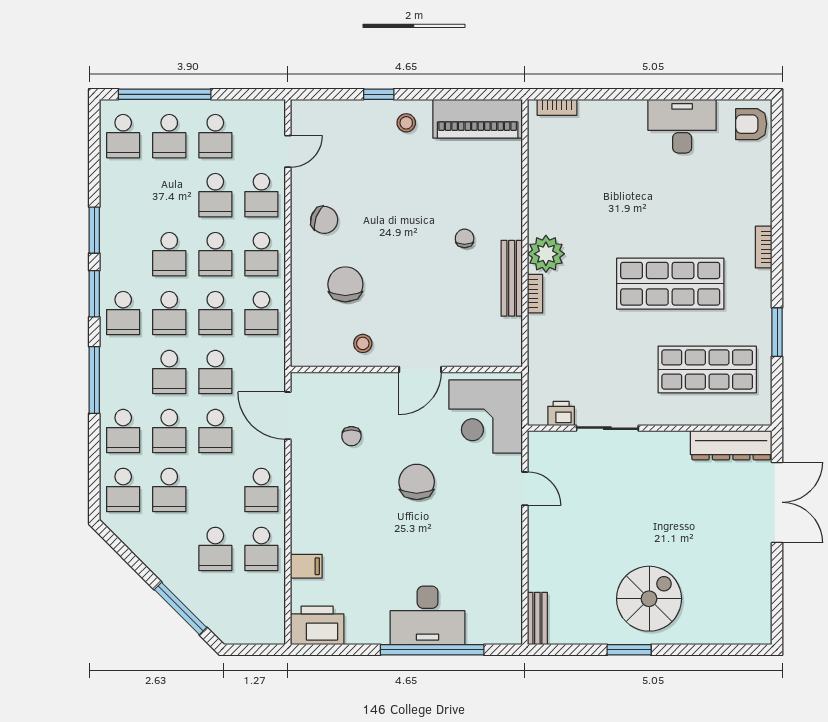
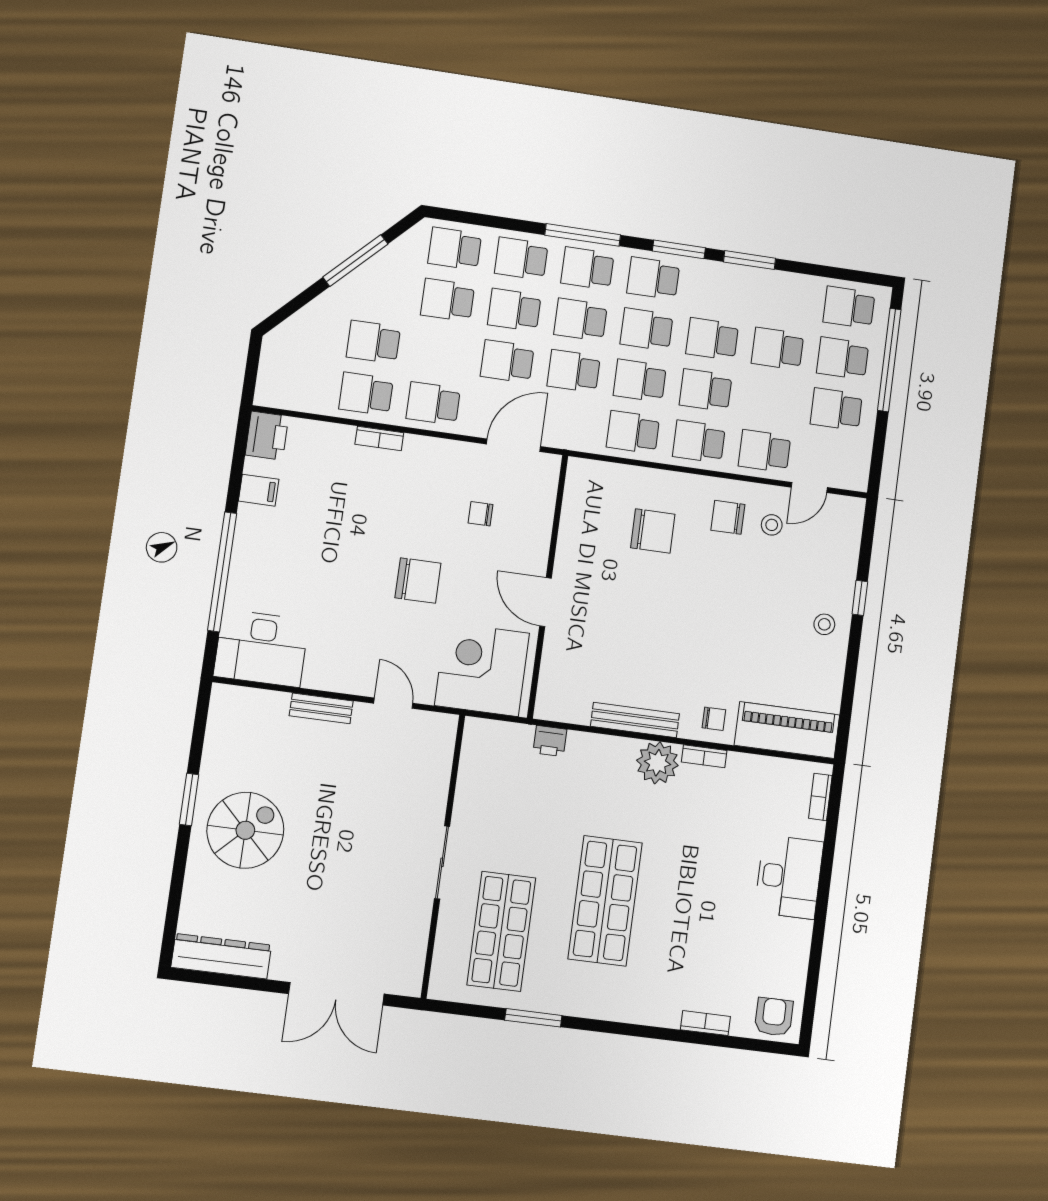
piano: (478, 119) -> (787, 730), moved, turned 90
desk: (682, 126) -> (789, 877), moved
door: (288, 151) -> (809, 487), hinge flipped
school desk: (215, 195) -> (778, 349), moved
chair: (324, 220) -> (728, 517), turned 70
chair: (465, 238) -> (714, 719), moved
bookcase: (764, 247) -> (705, 1023), moved
bookcase: (535, 294) -> (704, 756), moved
stool: (363, 343) -> (772, 525), moved
school desk: (123, 372) -> (587, 268), added
printer: (561, 413) -> (550, 741), moved, turned 90
sliding door: (607, 428) -> (442, 862), moved
dresser: (731, 445) -> (221, 956), moved, turned 90
door: (525, 489) -> (393, 703), swing flipped
bookcase: (298, 532) -> (379, 438), added
filing cabinet: (306, 566) -> (259, 490), moved, turned -90
spiral stairs: (649, 599) -> (245, 830), turned -90
window: (181, 608) -> (355, 260), moved
desk: (428, 615) -> (261, 648), moved, turned -90
bench: (537, 619) -> (321, 708), moved
printer: (317, 625) -> (267, 436), width x0.73, depth x0.84

